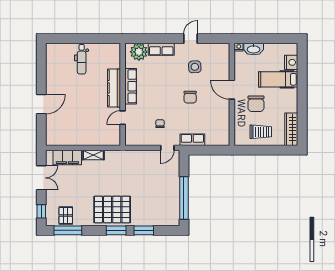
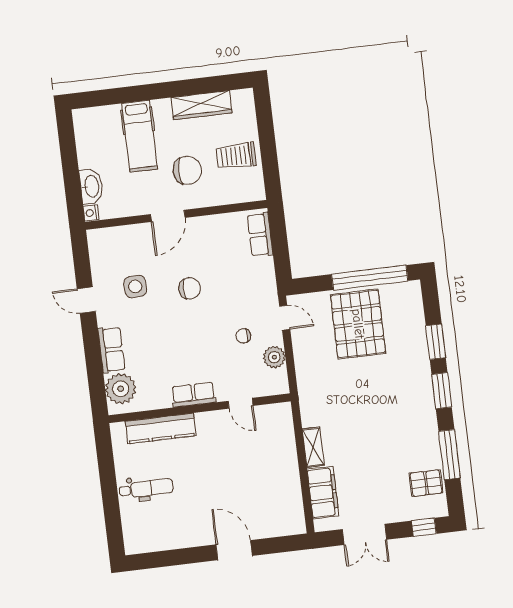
nightstand: (291, 62) -> (107, 117), removed
row of seats: (131, 86) -> (194, 395), width x0.68
kitchen counter: (114, 88) -> (161, 428), moved
wardrobe: (291, 129) -> (202, 105), moved
trolley: (261, 132) -> (236, 156), turned -90
plant: (146, 139) -> (274, 357), added
row of seats: (192, 140) -> (260, 235), moved
double door: (41, 178) -> (364, 534), swing flipped
pallet: (112, 210) -> (358, 324), moved
window: (68, 230) -> (449, 455), moved

